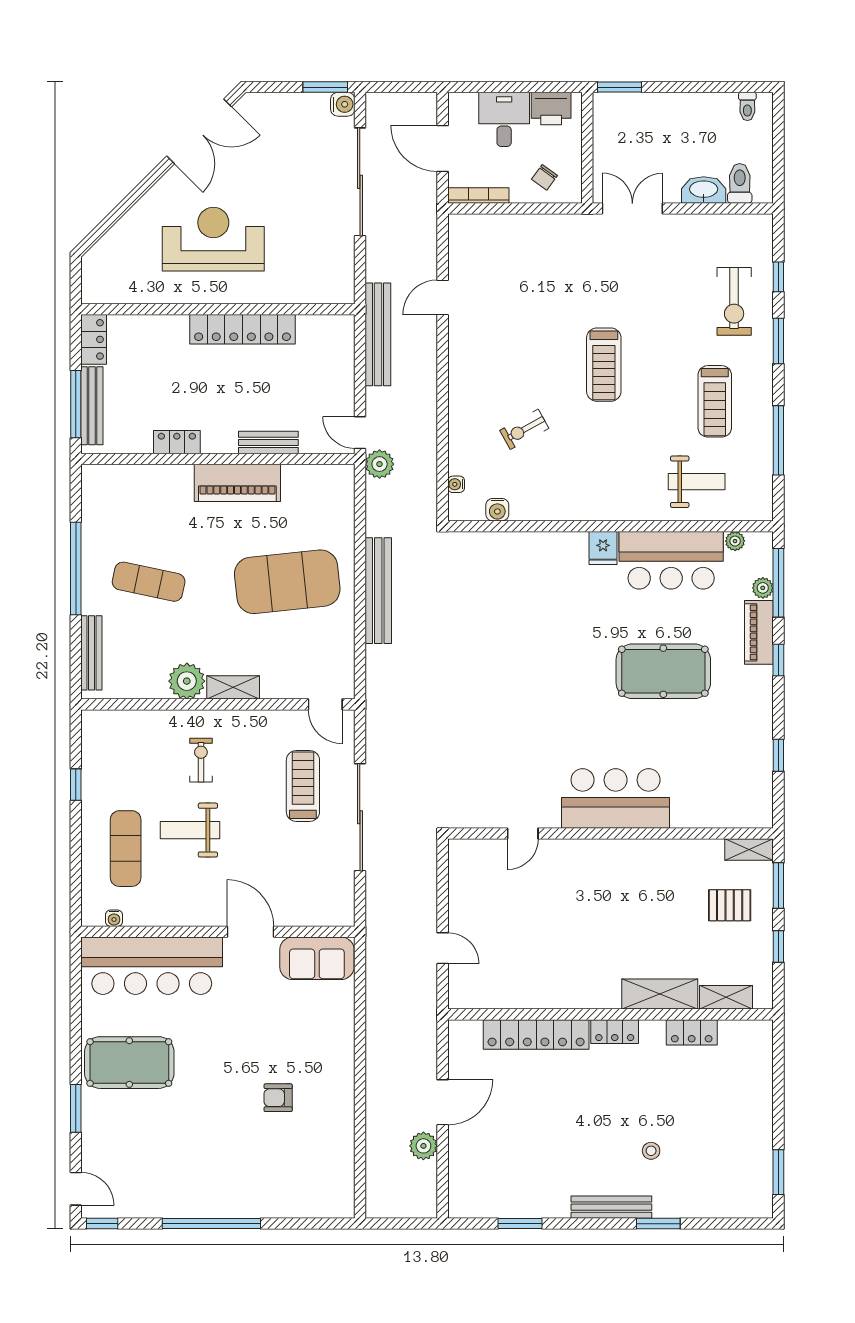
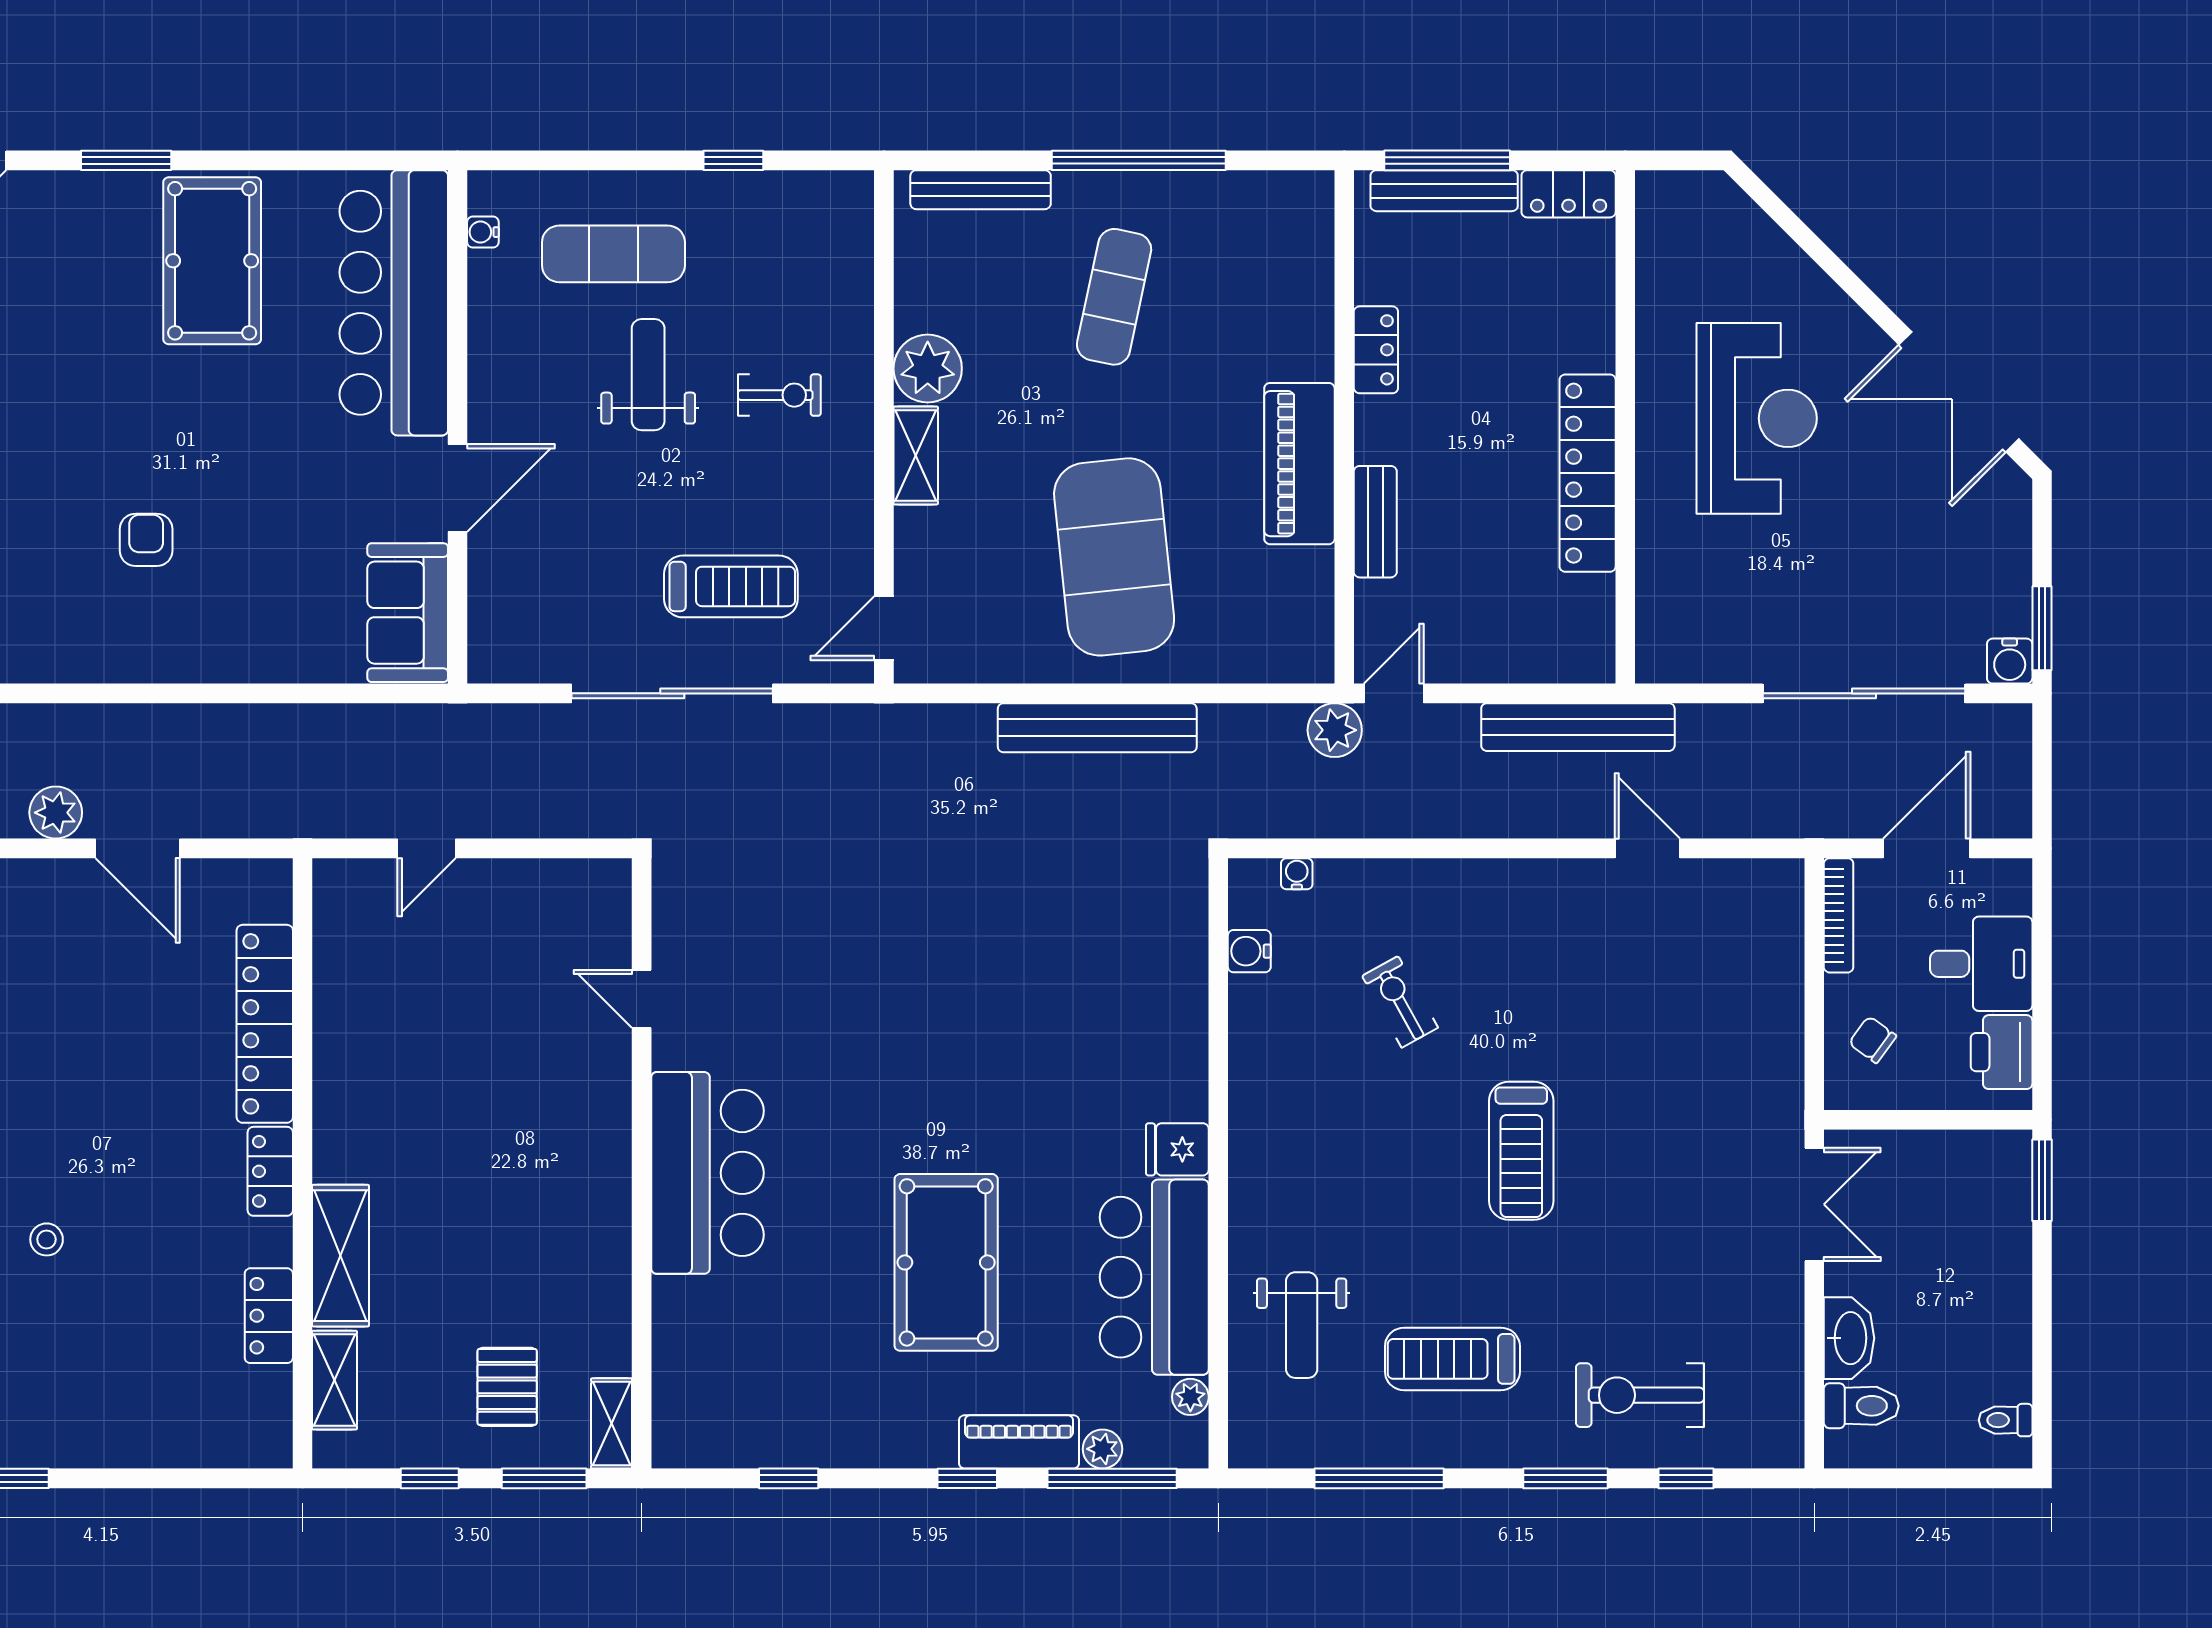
treadmill: (604, 365) -> (1521, 1151), turned -90

